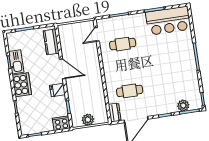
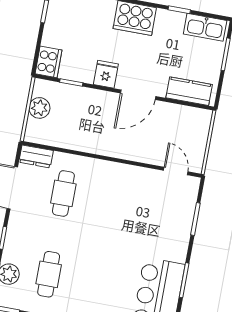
cafe table: (123, 44) -> (49, 274), moved
kitchen sink: (16, 62) -> (205, 27), moved

